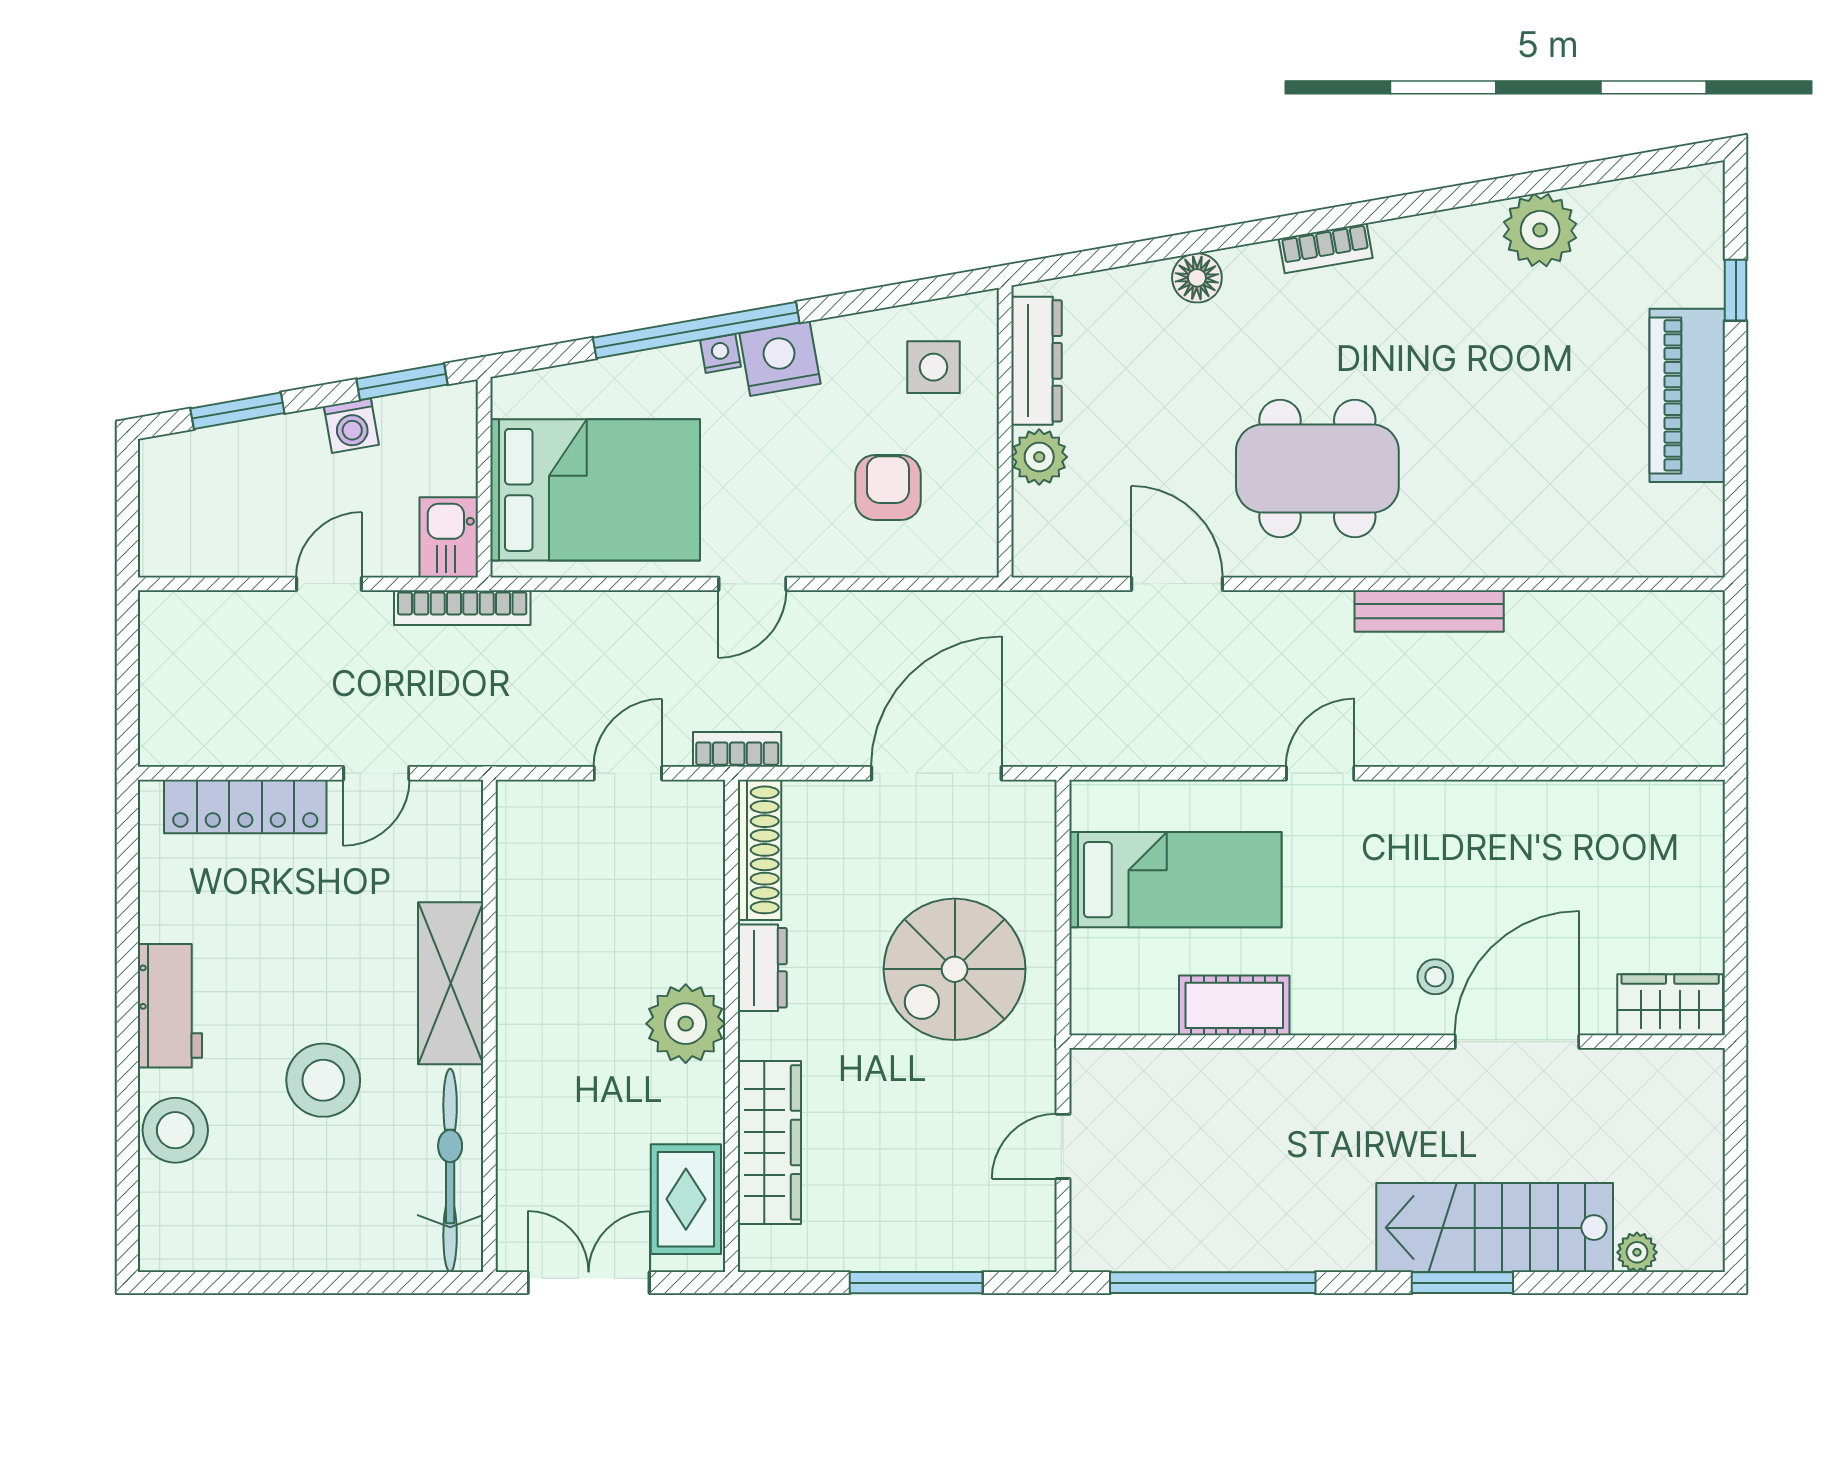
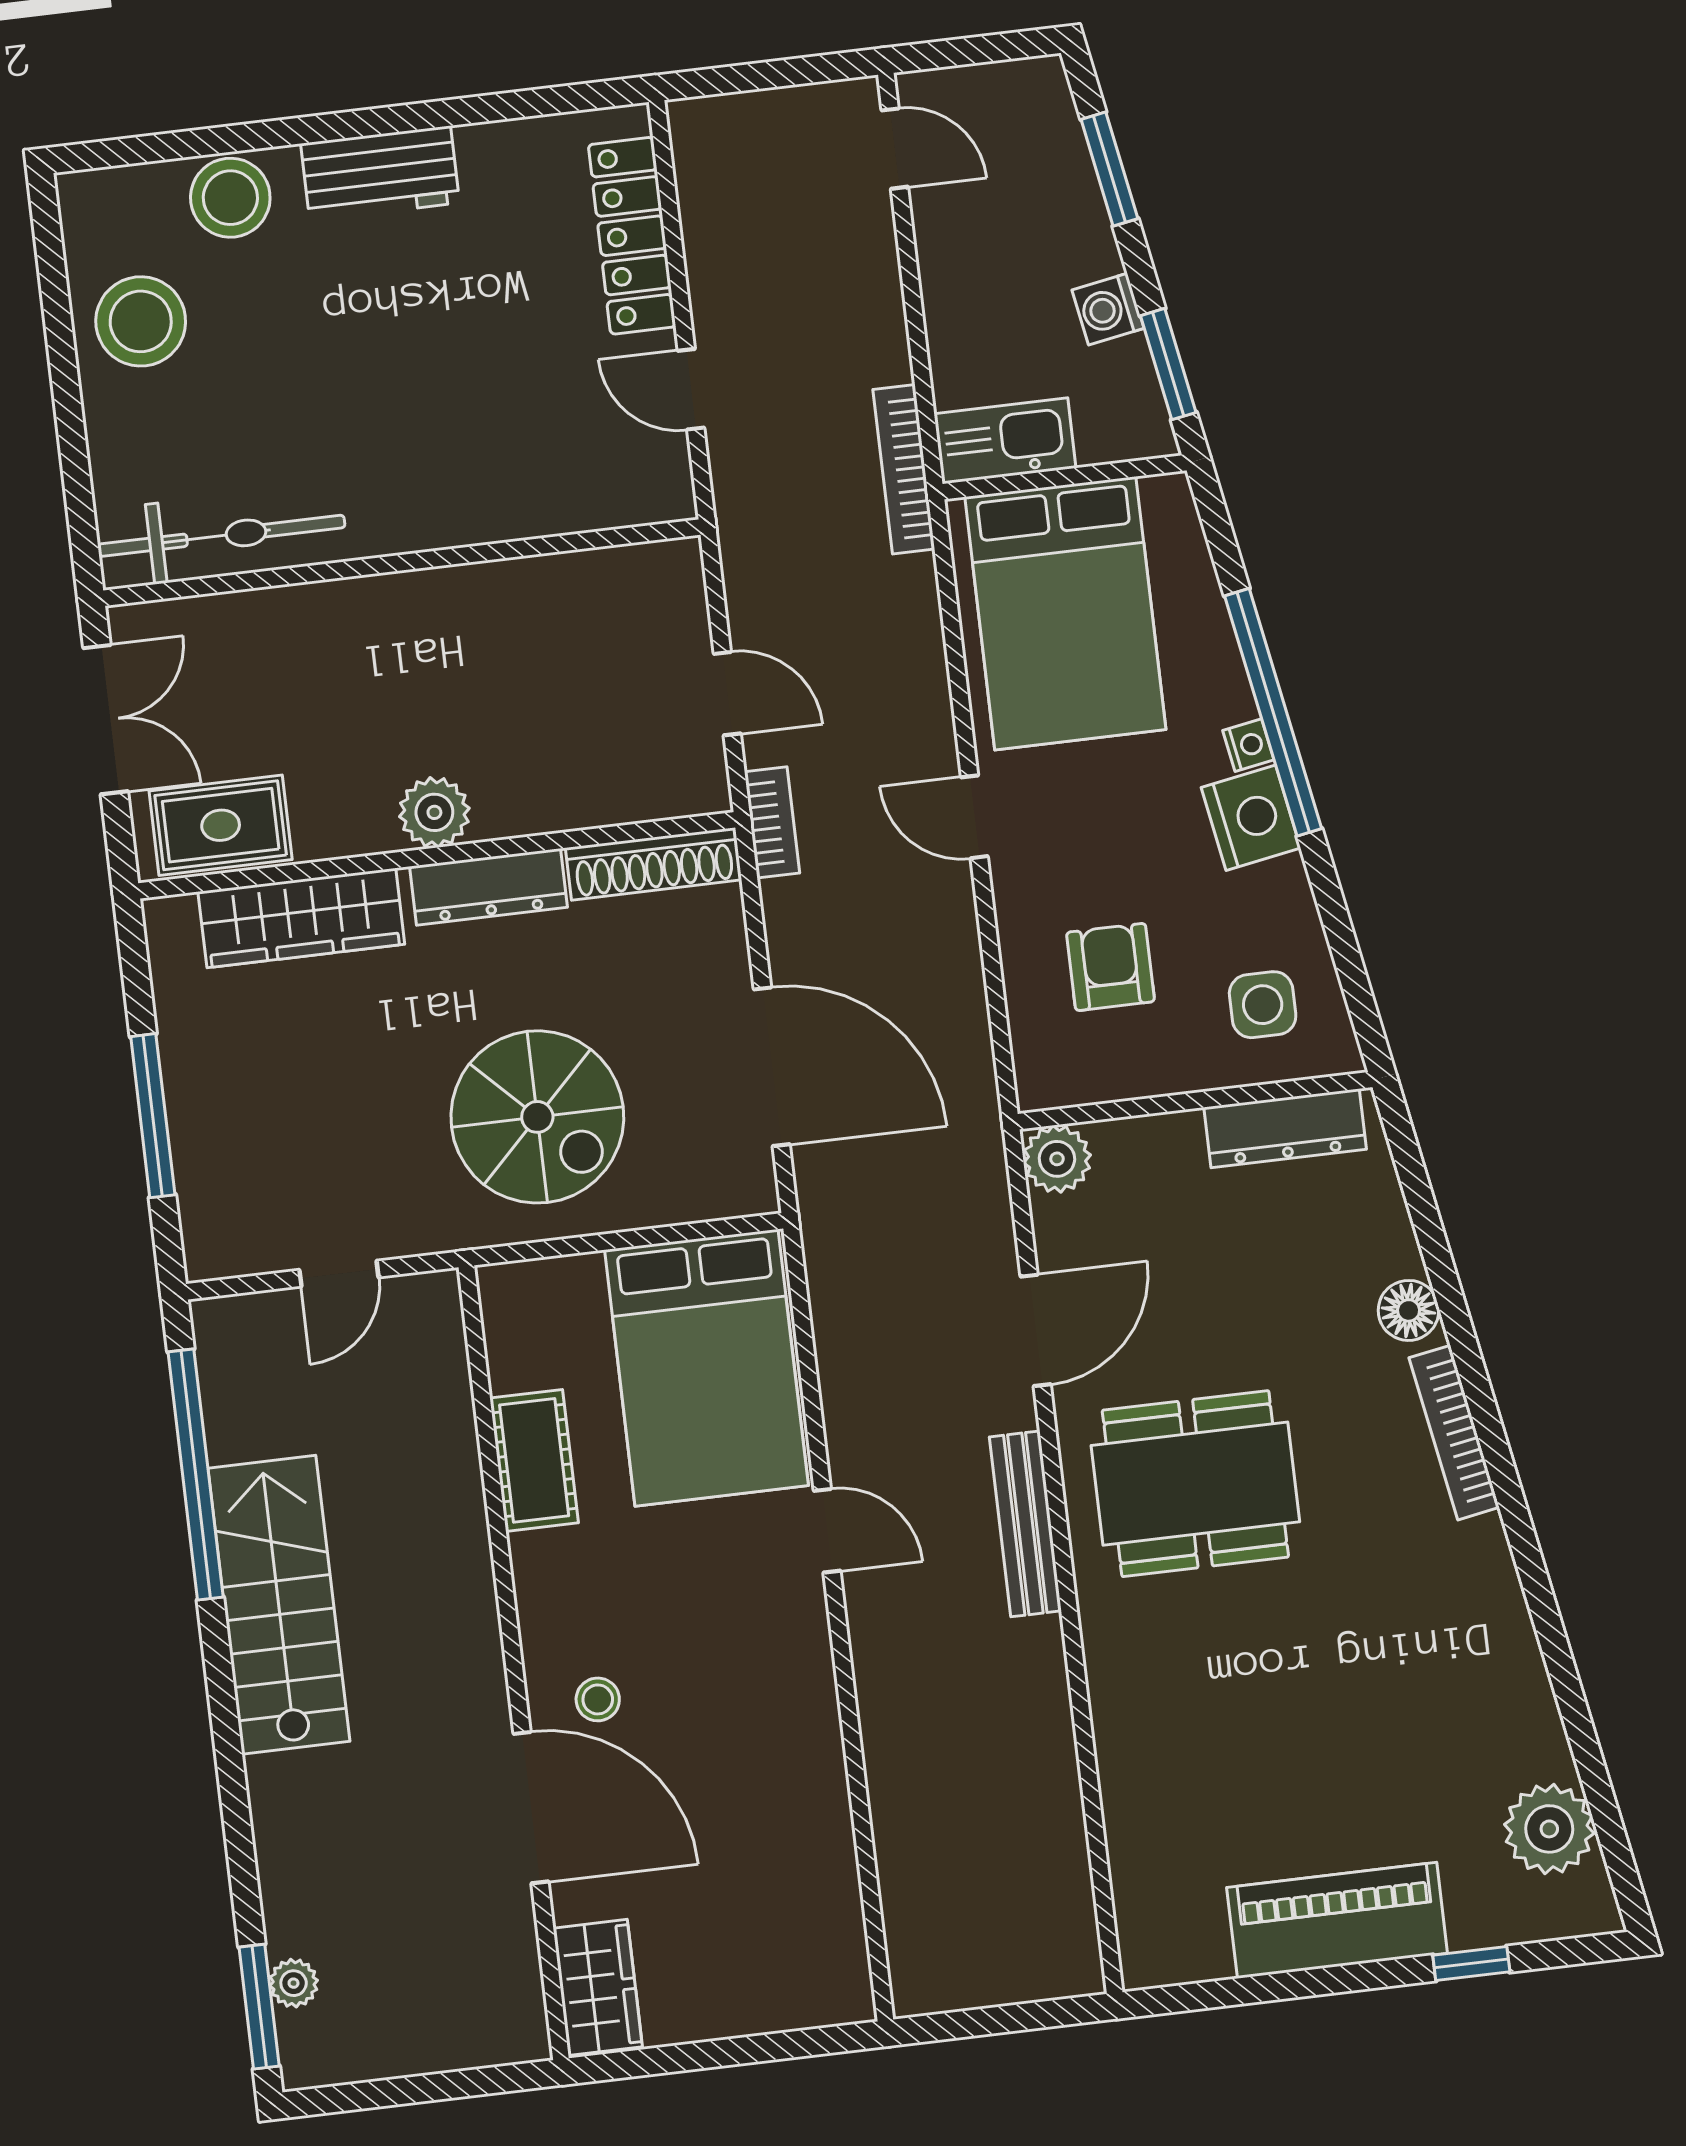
plant: (1540, 230) -> (1549, 1829), moved
bookcase: (1326, 248) -> (1454, 1433), width x1.56
plant: (1039, 457) -> (1057, 1159), moved
dining table: (1317, 469) -> (1195, 1484), turned 90
armchair: (888, 487) -> (1111, 967), turned -90
kitchen sink: (449, 537) -> (1005, 441), width x1.38
door: (329, 584) -> (895, 149), moved
bench: (1429, 611) -> (1025, 1524), moved
bed: (1175, 880) -> (706, 1368), width x1.50
dresser: (762, 968) -> (489, 887), width x1.44
spiral stairs: (955, 969) -> (537, 1117), turned 180
shelving: (451, 983) -> (448, 510), removed
plant: (686, 1024) -> (434, 812), width x0.73, depth x0.73
stool: (323, 1080) -> (141, 321), moved
door: (1063, 1146) -> (339, 1274), swing flipped
stairs: (1495, 1228) -> (279, 1605), moved
window: (1462, 1283) -> (259, 2007), moved

